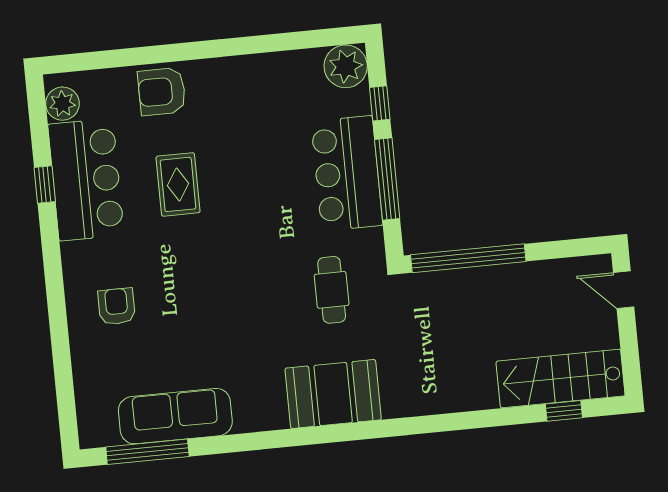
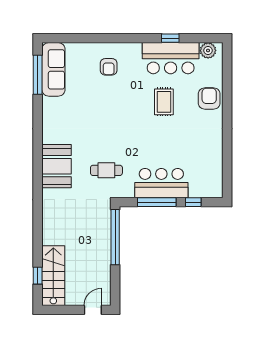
plant: (346, 66) -> (213, 188), removed
rug: (178, 184) -> (164, 102), turned 90
armchair: (117, 306) -> (109, 67), turned 90
sofa: (175, 416) -> (53, 69), moved

